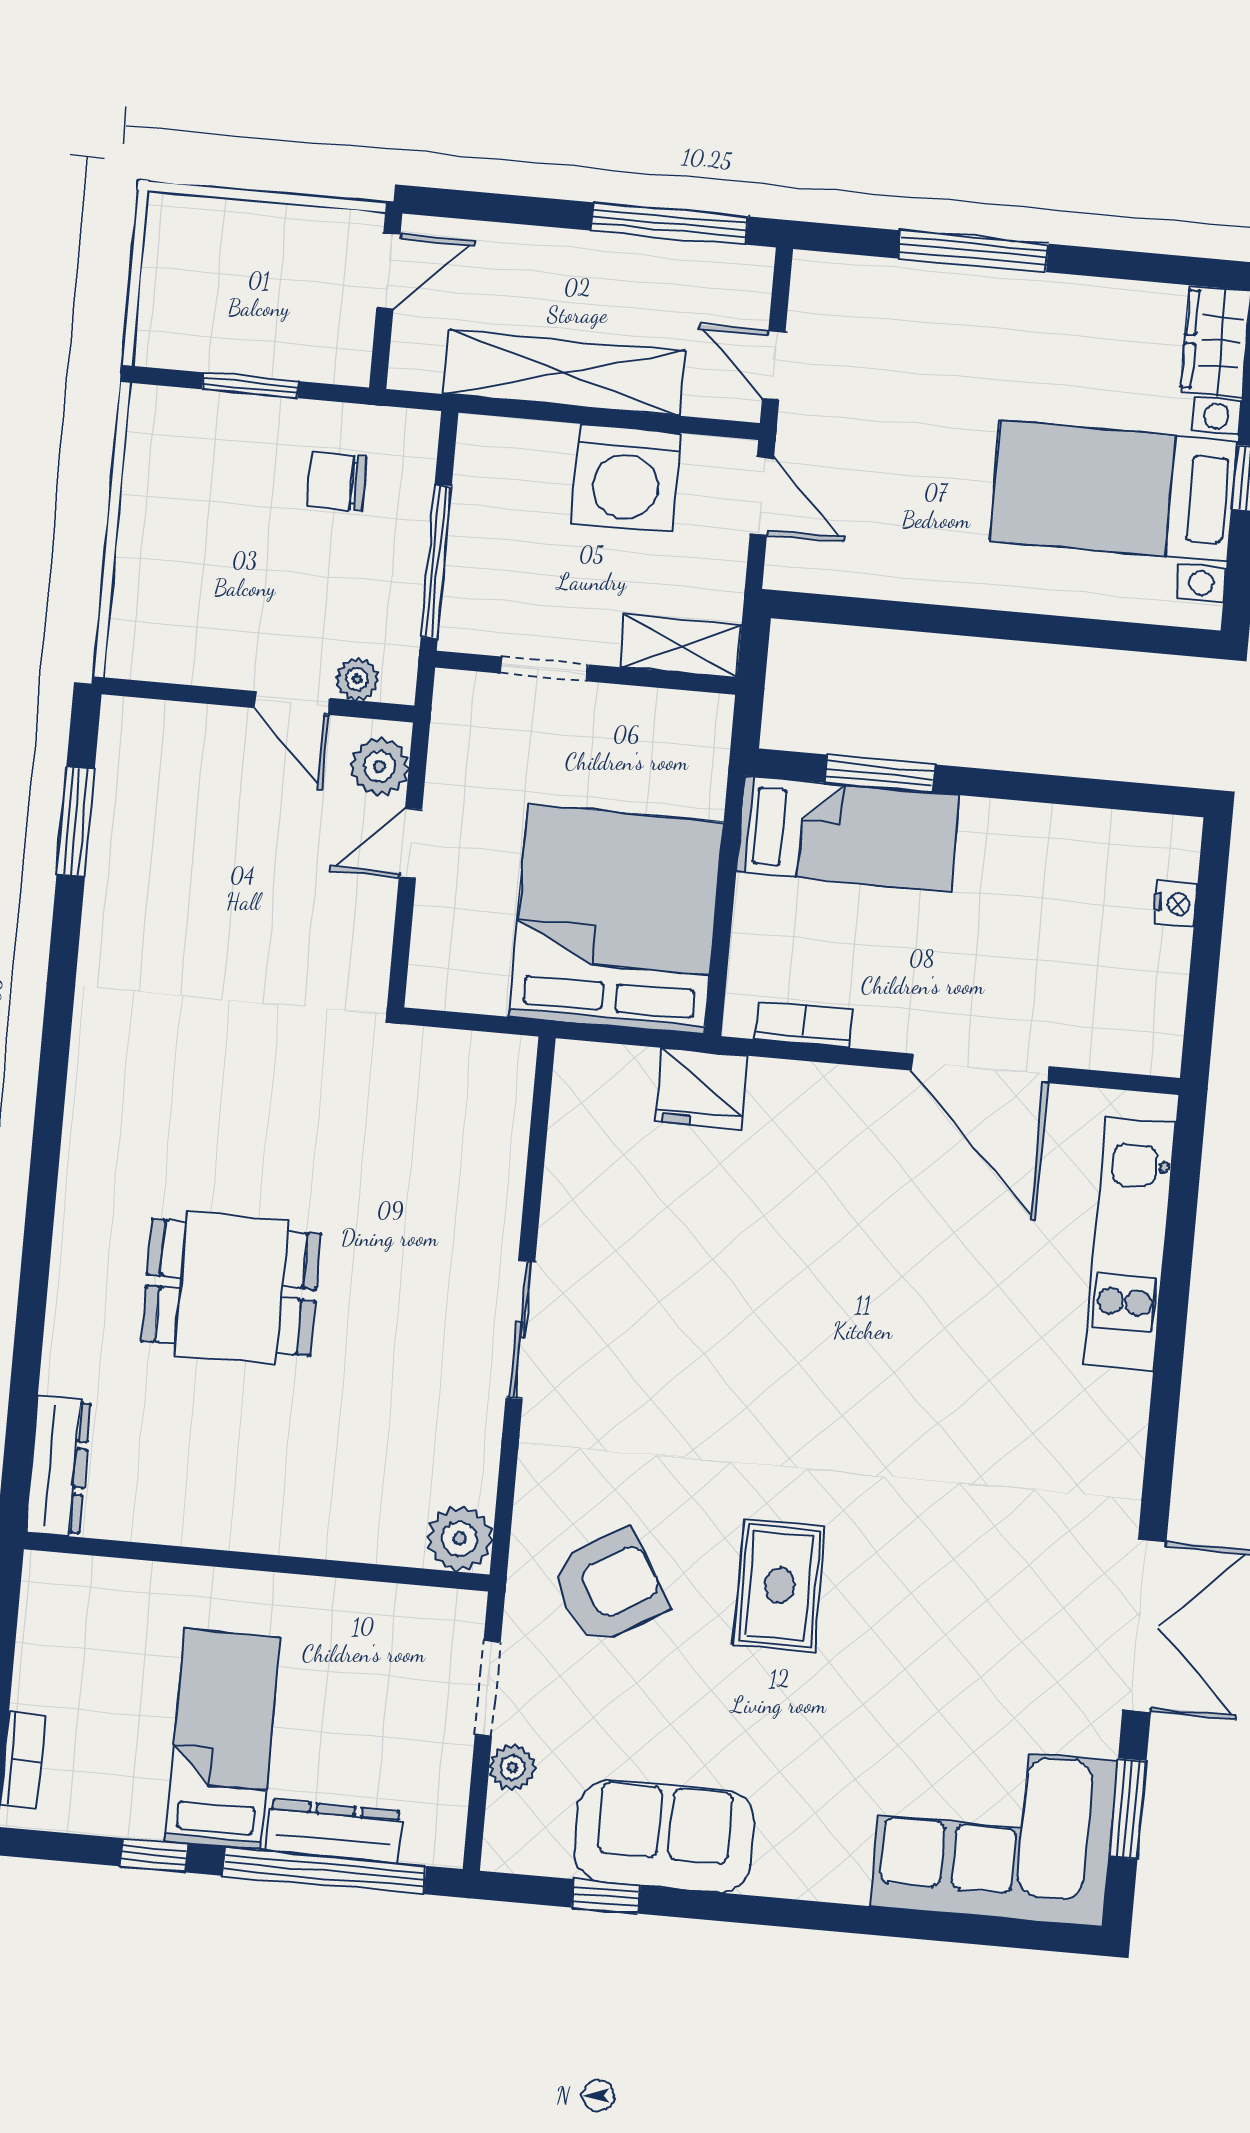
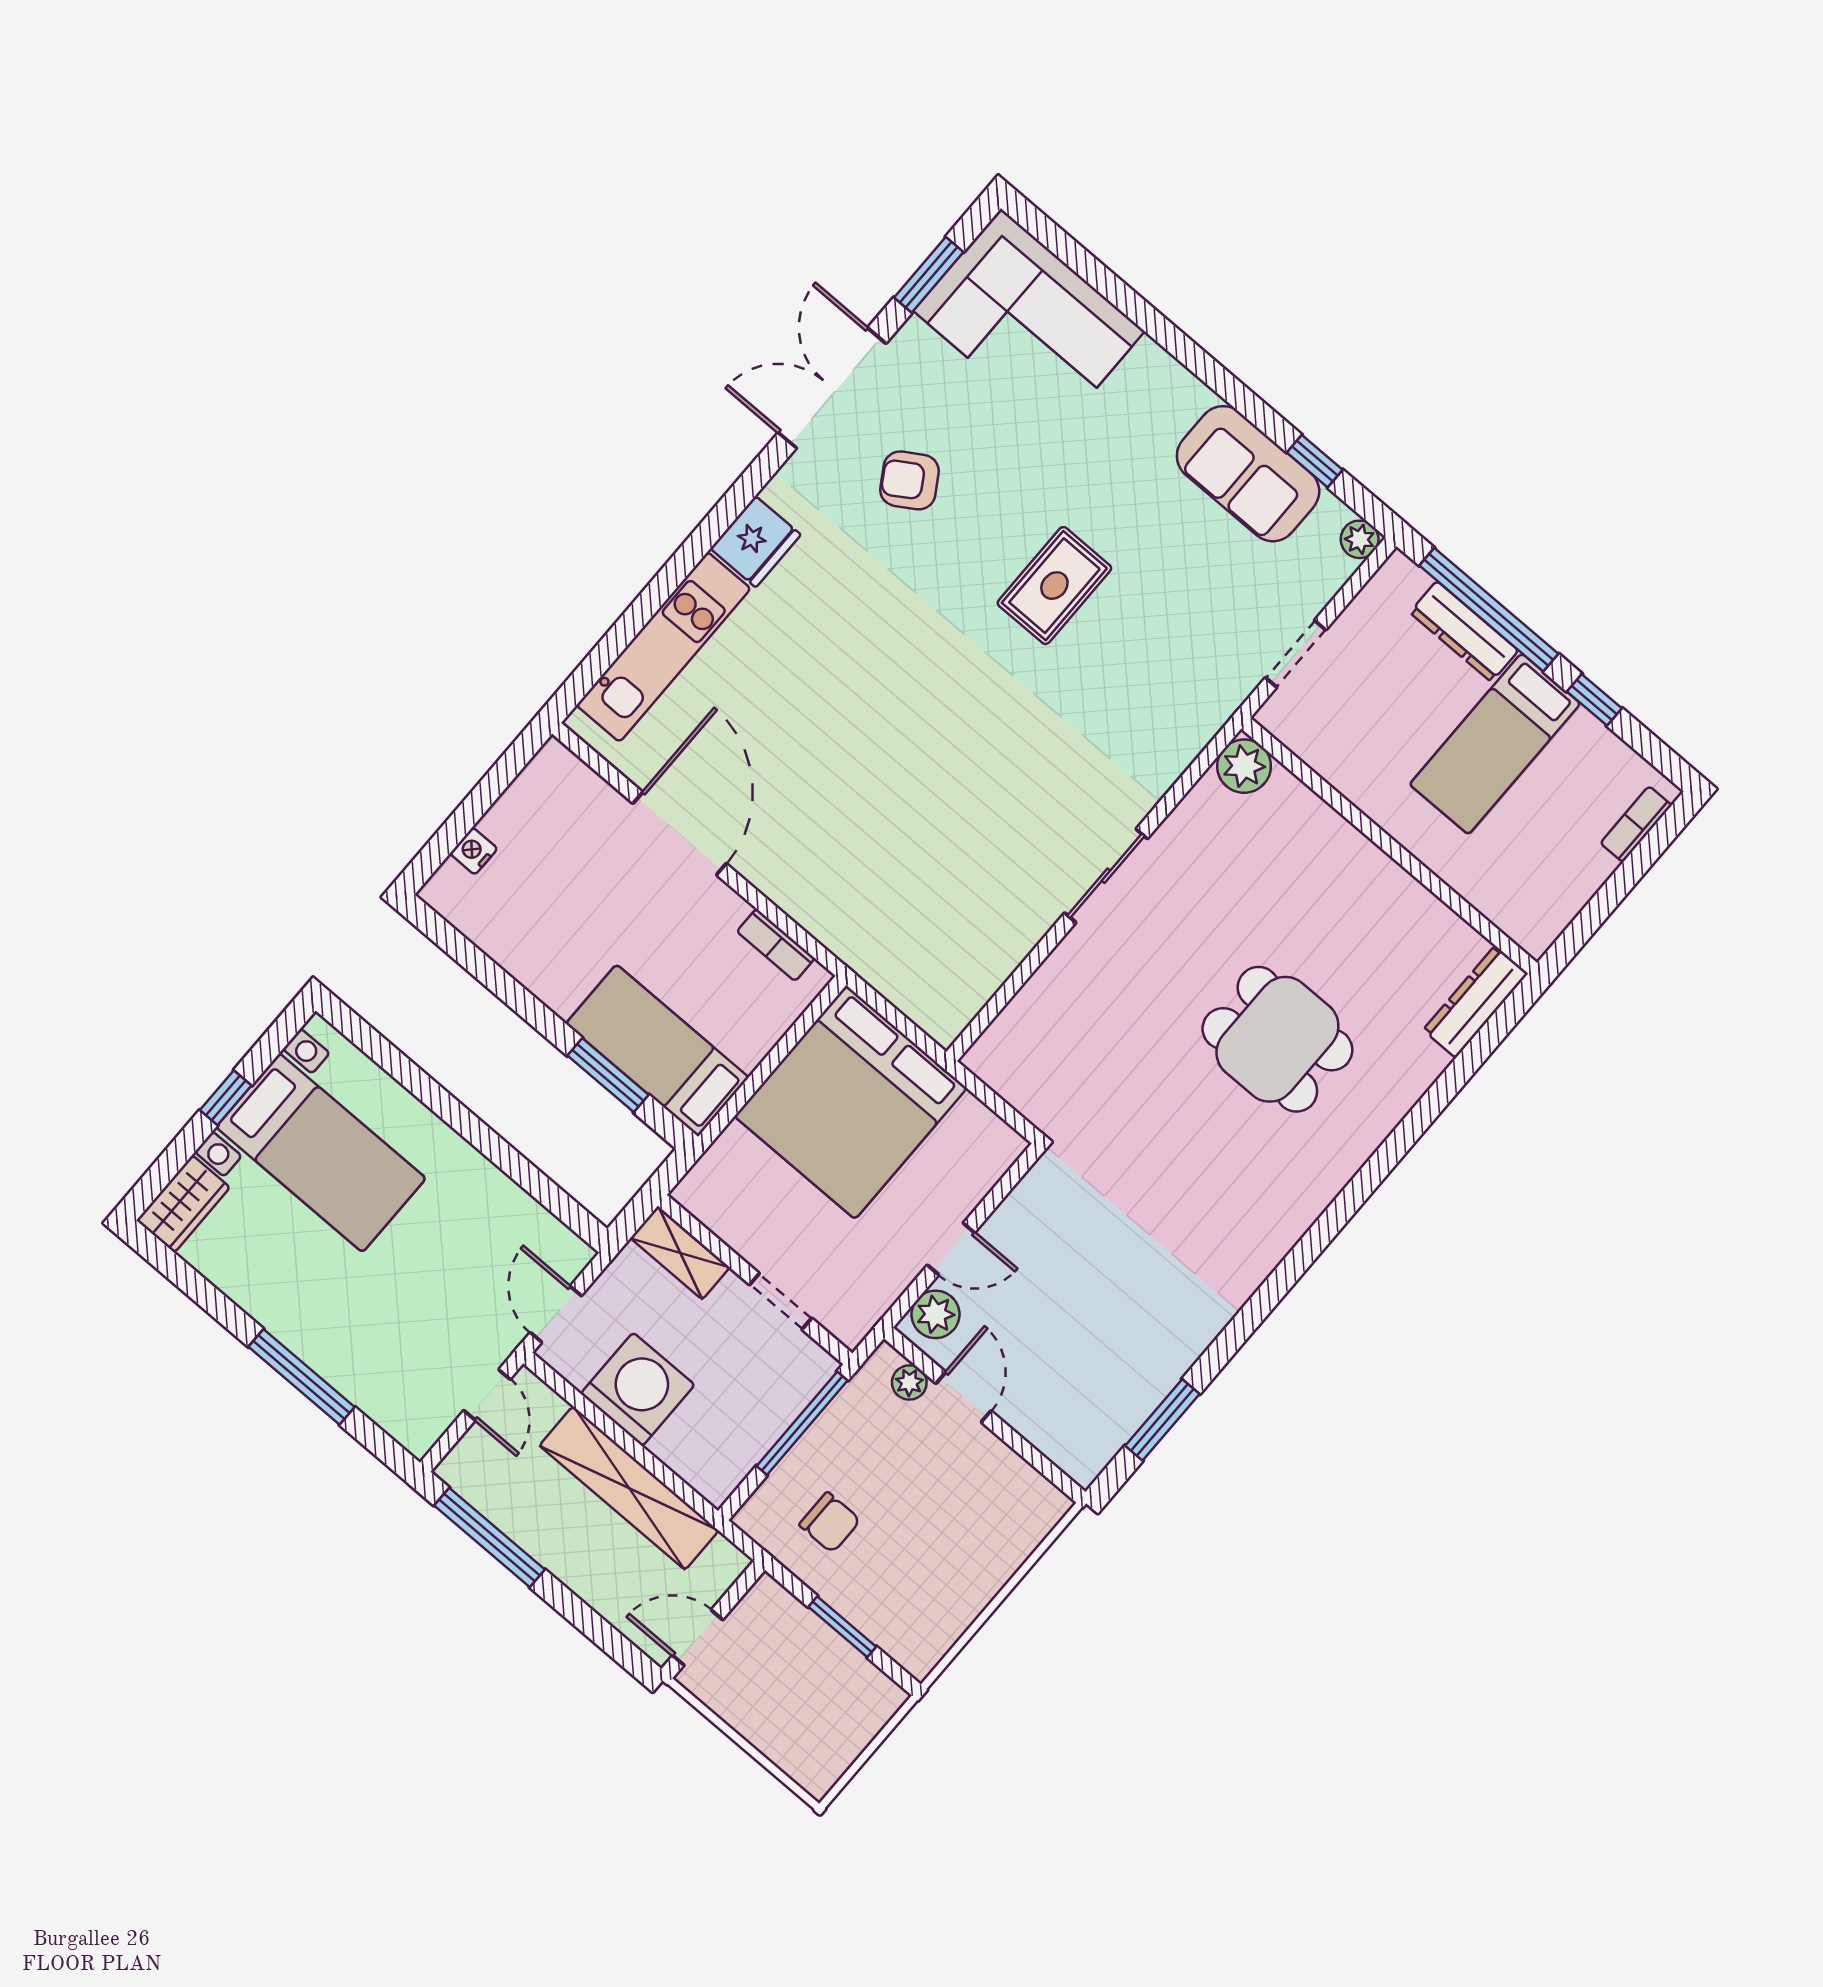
fridge: (701, 1089) -> (755, 542), moved, turned 90
armchair: (609, 1587) -> (909, 480), moved, width x0.72, depth x0.72
plant: (512, 1767) -> (1360, 539), moved

